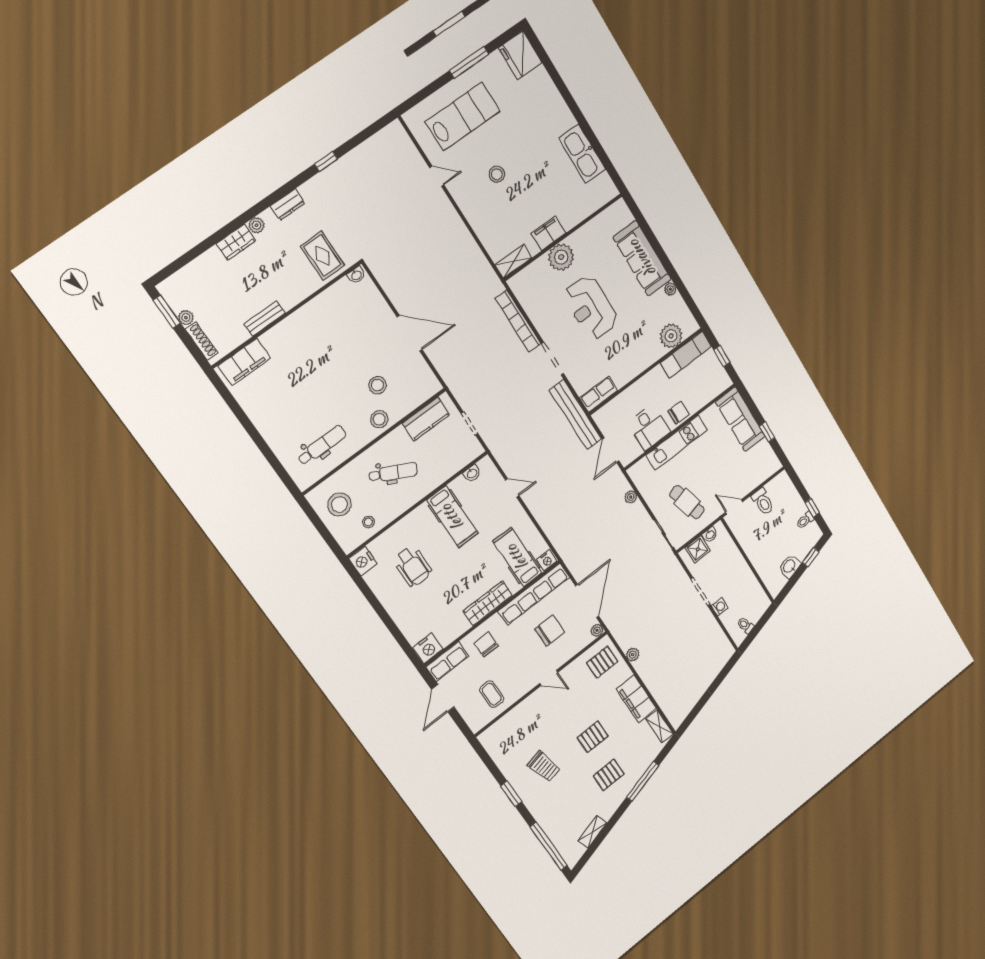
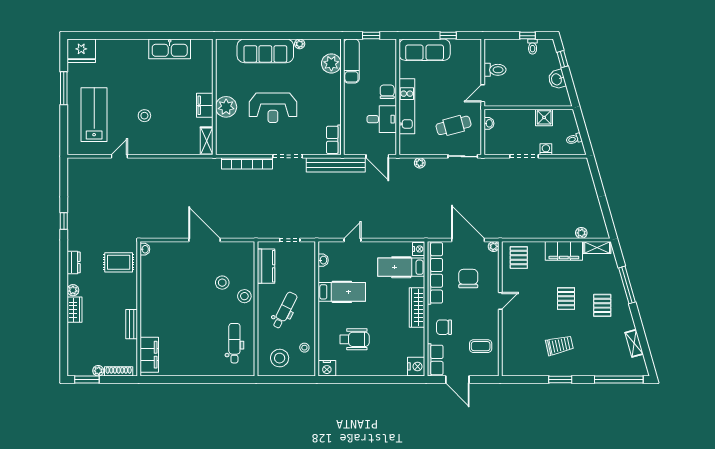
door: (410, 333) -> (204, 240), hinge flipped
shower: (698, 549) -> (544, 117), moved
plant: (633, 655) -> (581, 233), moved

